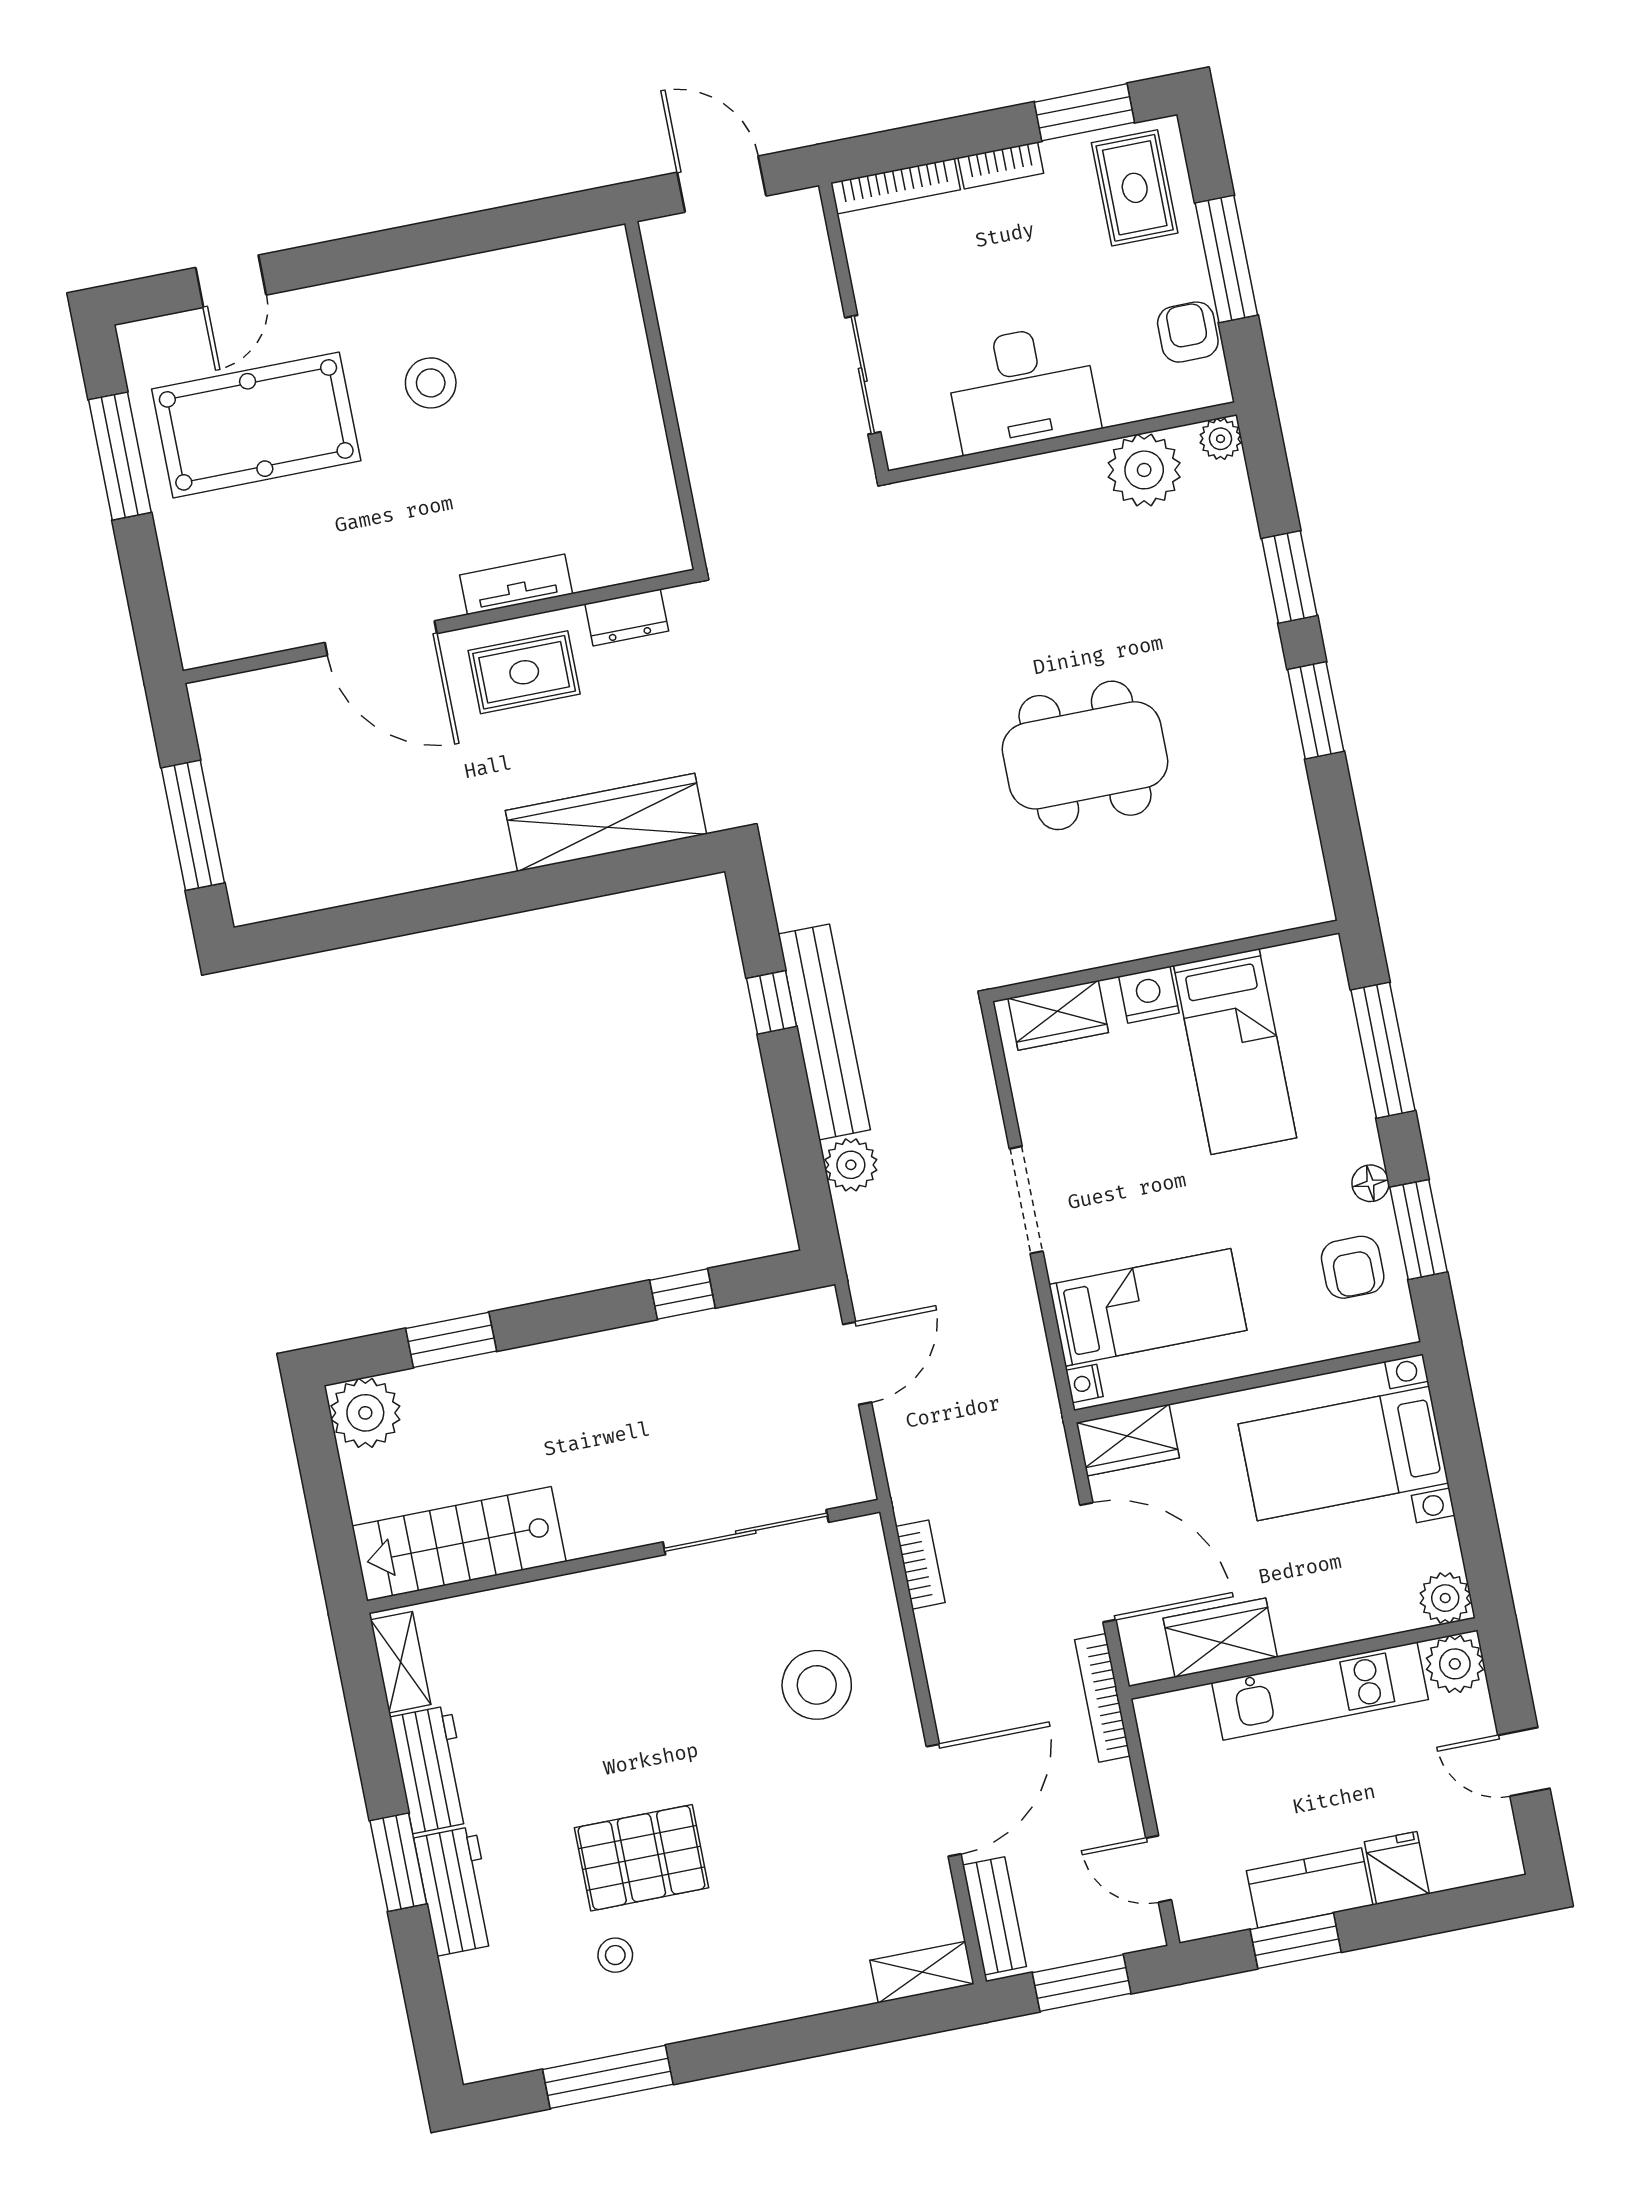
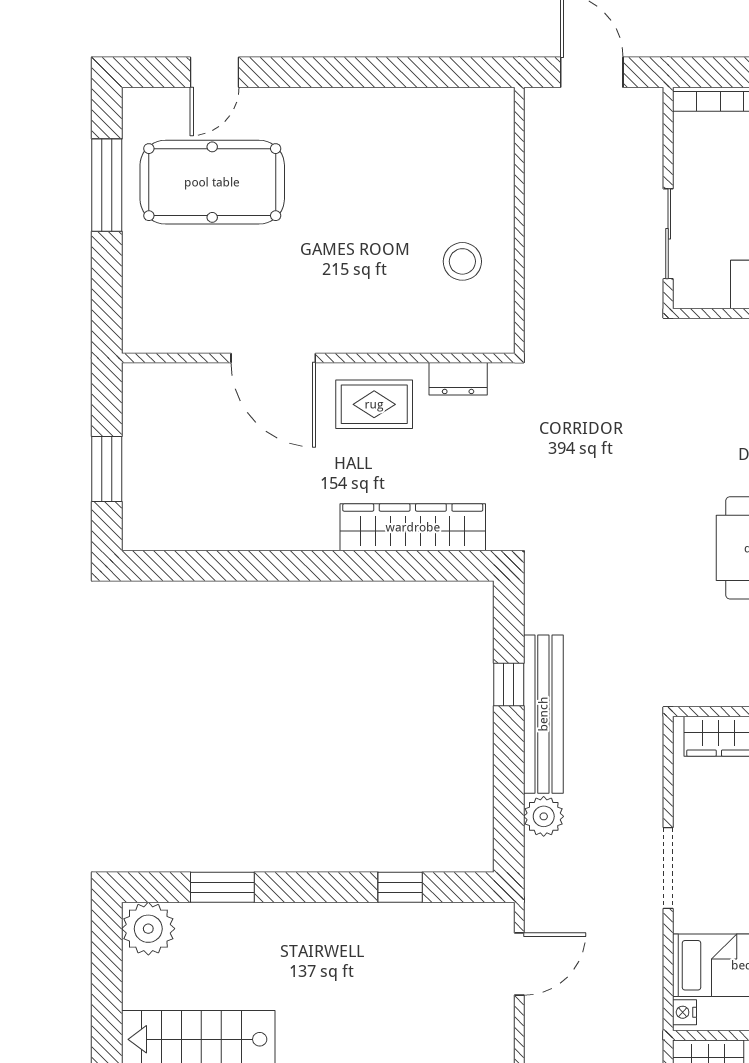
stool: (431, 383) -> (462, 261), moved
tv unit: (516, 584) -> (381, 338), removed
window: (193, 825) -> (107, 469), width x0.69

